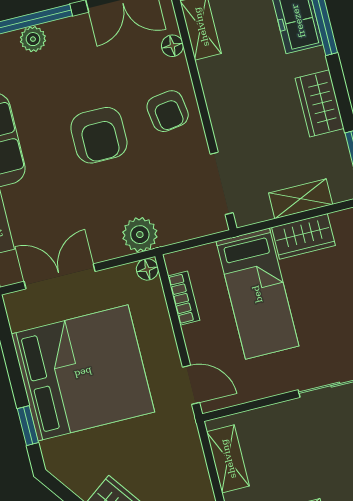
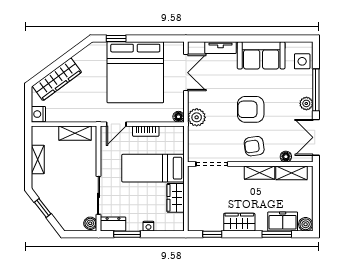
plant: (33, 39) -> (306, 103), moved
shelving: (301, 199) -> (260, 173), moved, turned 90
bookcase: (184, 298) -> (146, 131), moved

